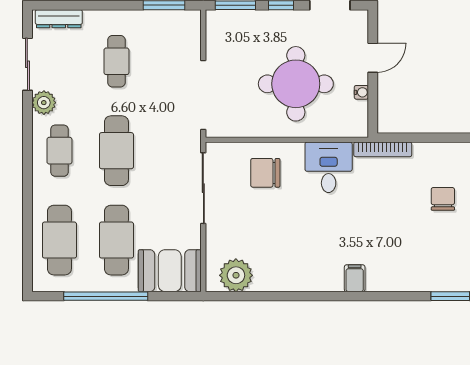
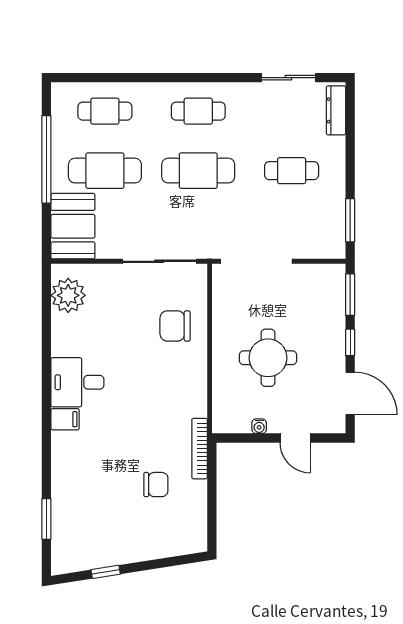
round table: (296, 84) -> (268, 358), width x0.73, depth x0.73
plant: (44, 103) -> (248, 95), removed
desk: (329, 167) -> (77, 382), moved, turned 180
chair: (265, 173) -> (175, 326), turned -90
chair: (443, 199) -> (156, 485), moved
cafe table: (59, 240) -> (105, 111), width x0.73, depth x0.74

